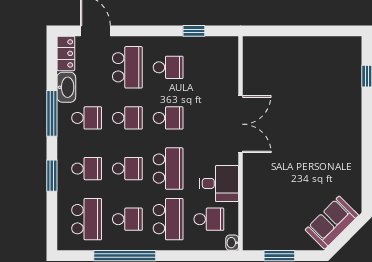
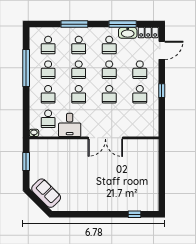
window: (194, 31) -> (162, 91), moved
school desk: (127, 67) -> (140, 70), width x0.54
window: (52, 113) -> (123, 24), moved
school desk: (168, 169) -> (79, 94), width x0.54
window: (52, 176) -> (74, 24), width x1.44
school desk: (87, 219) -> (48, 45), width x0.54
school desk: (168, 219) -> (48, 94), width x0.54

